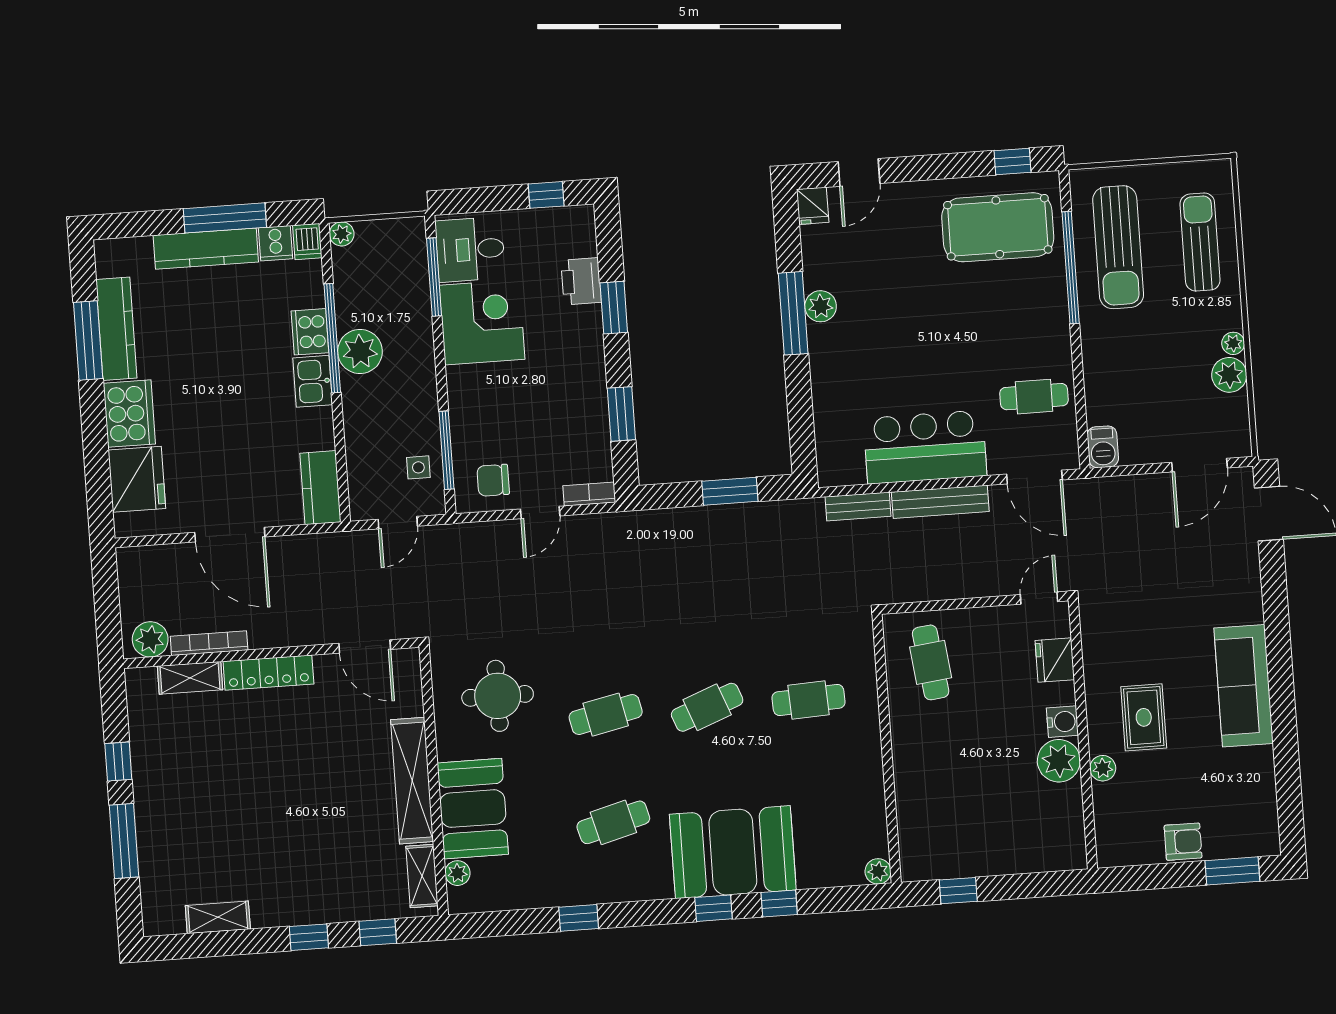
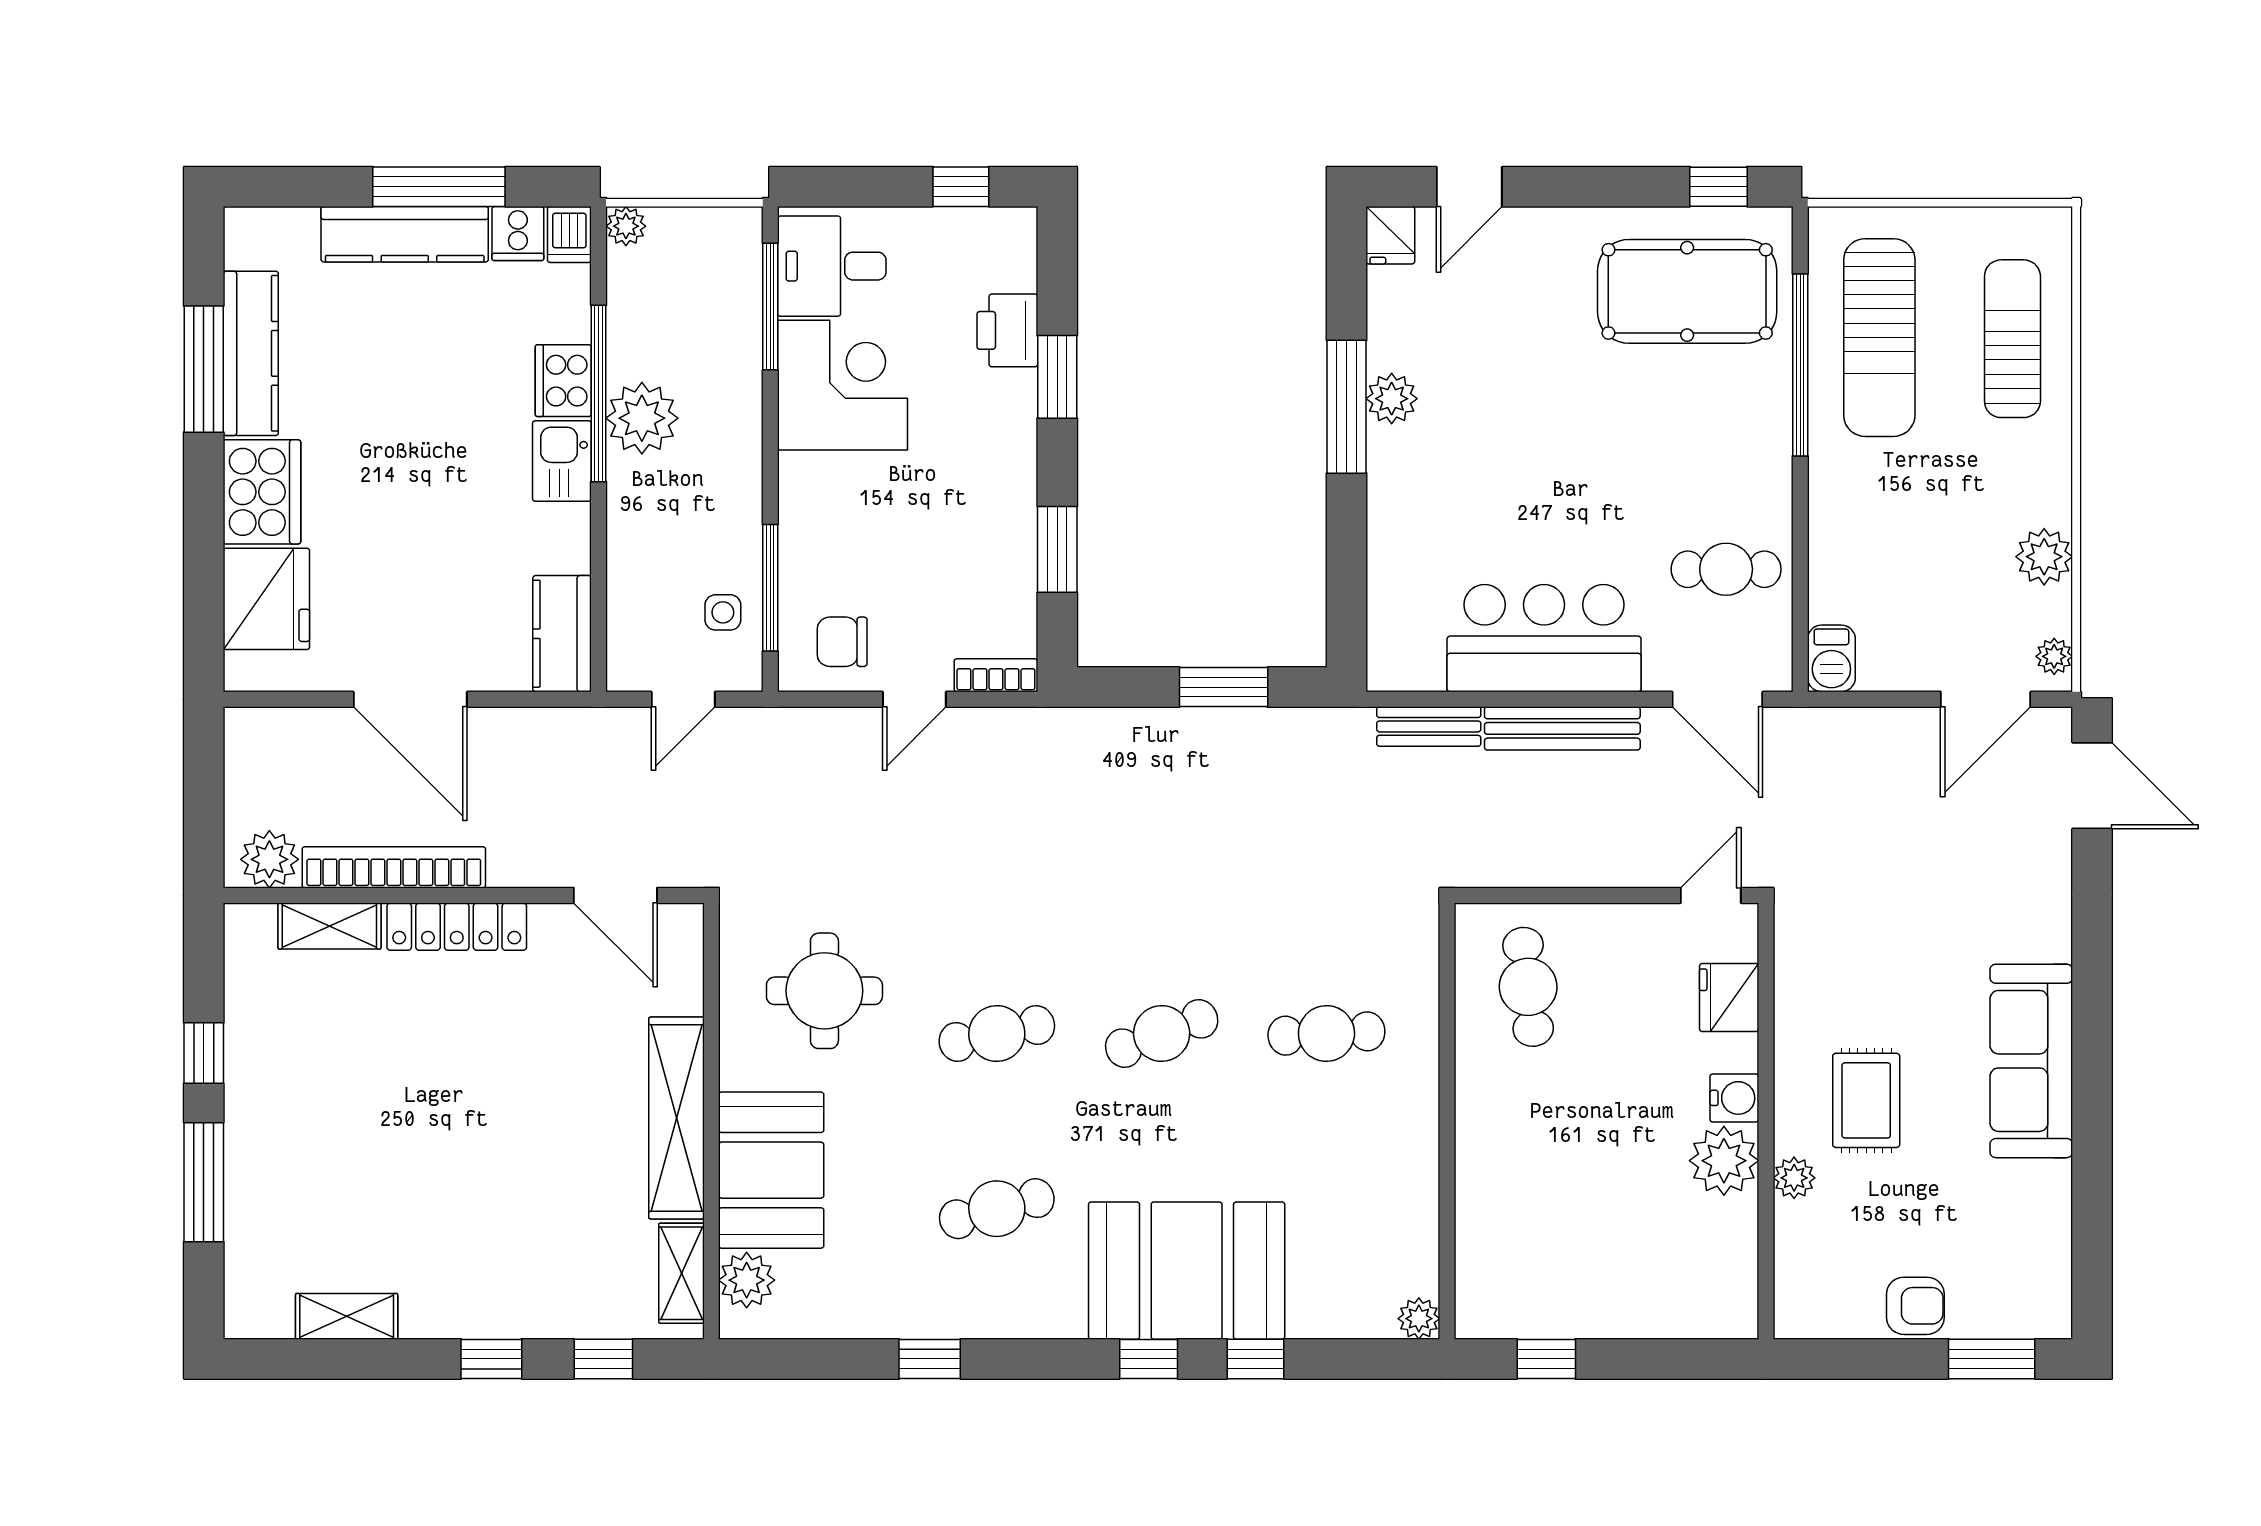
plant: (1233, 343) -> (2054, 656), moved
bookcase: (209, 643) -> (394, 867), width x1.48, depth x1.31
plant: (457, 873) -> (747, 1280), width x1.38, depth x1.38

